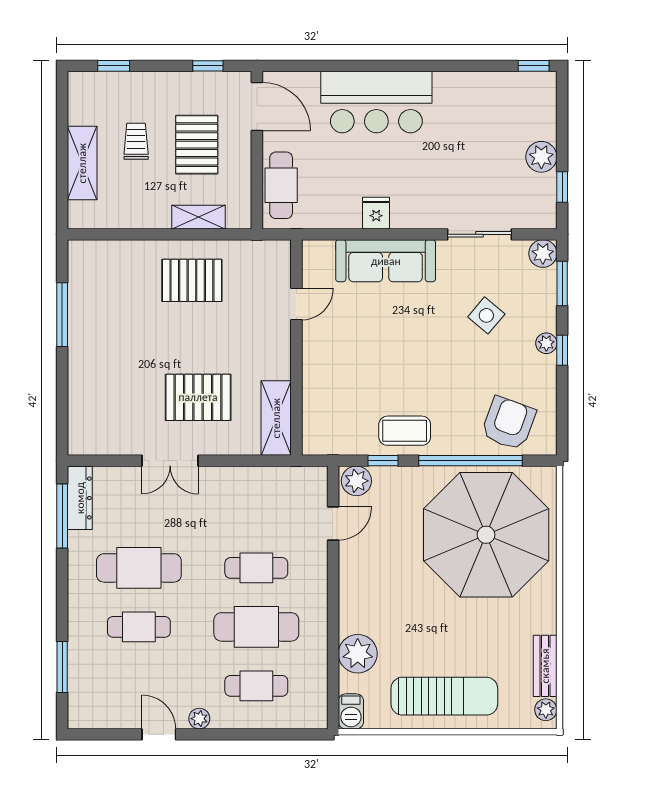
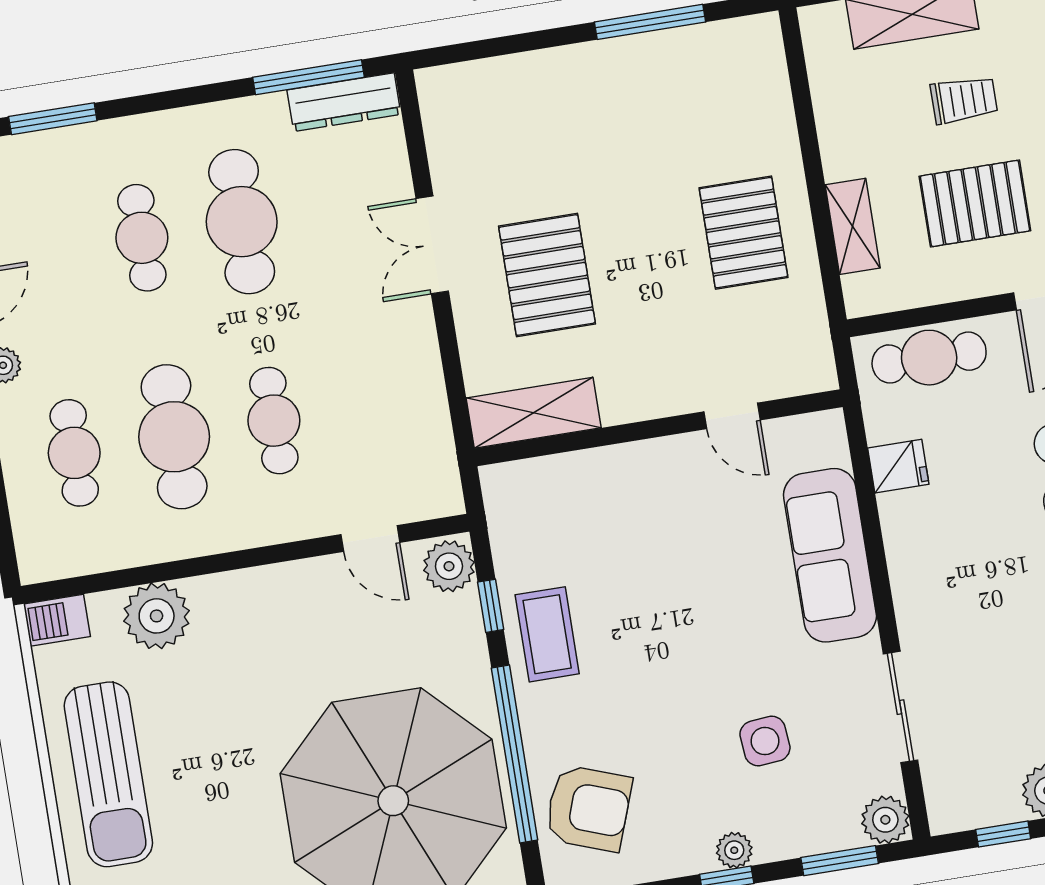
fridge: (376, 213) -> (898, 466), moved
side table: (486, 315) -> (765, 741), turned 45

